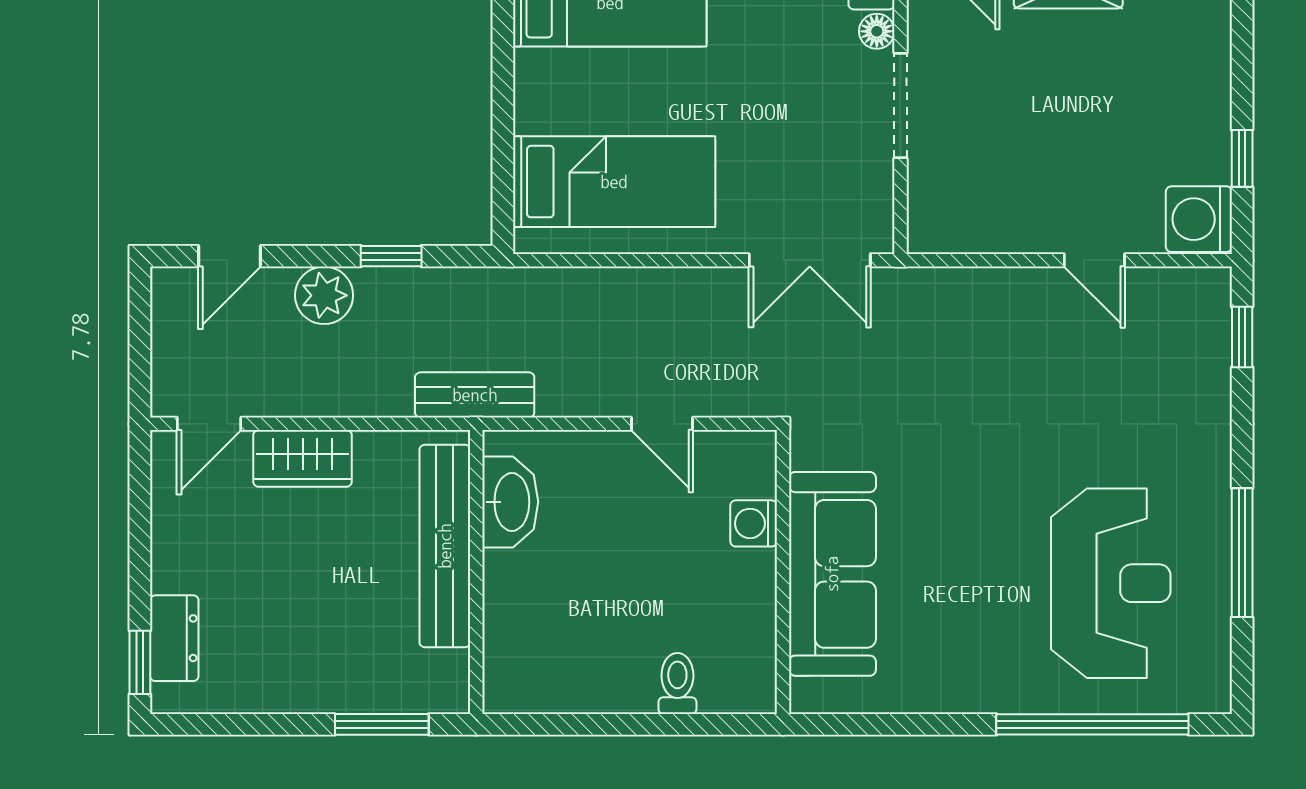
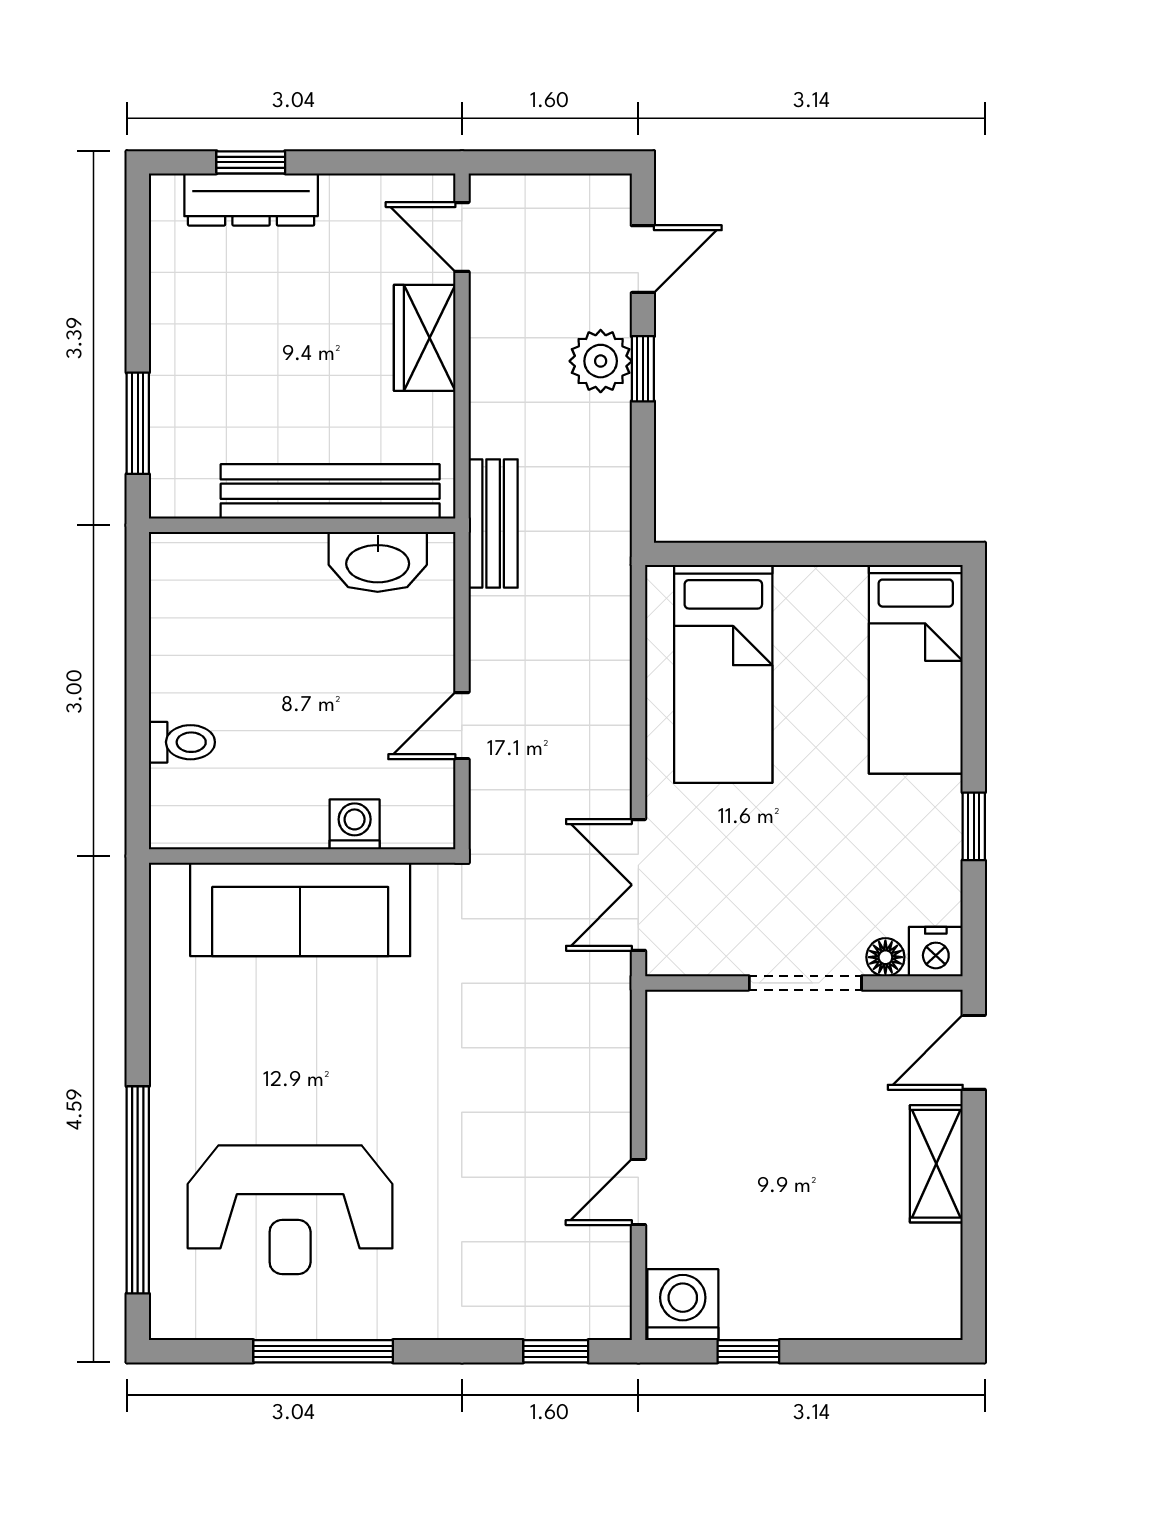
door: (230, 256) -> (643, 259), swing flipped
window: (391, 256) -> (643, 369), moved
dresser: (174, 638) -> (251, 199), width x1.44
window: (140, 662) -> (251, 162), moved

